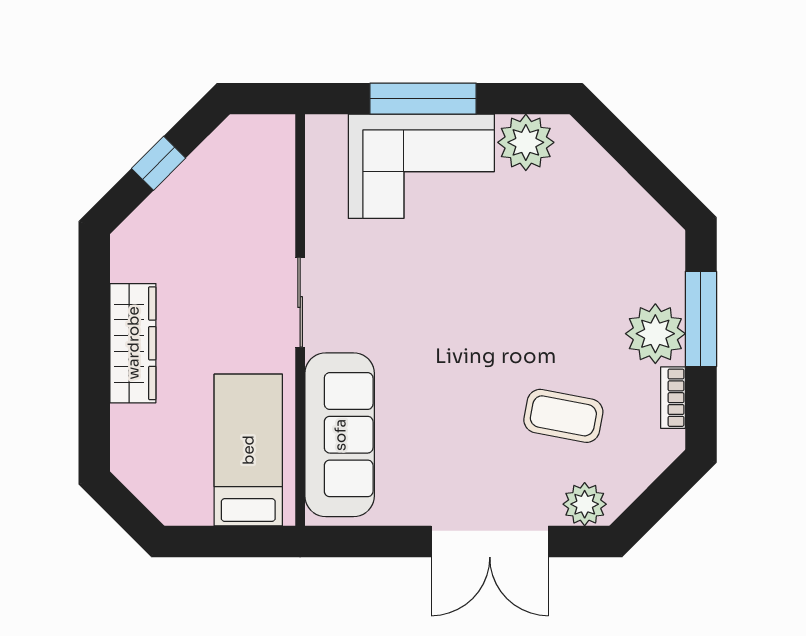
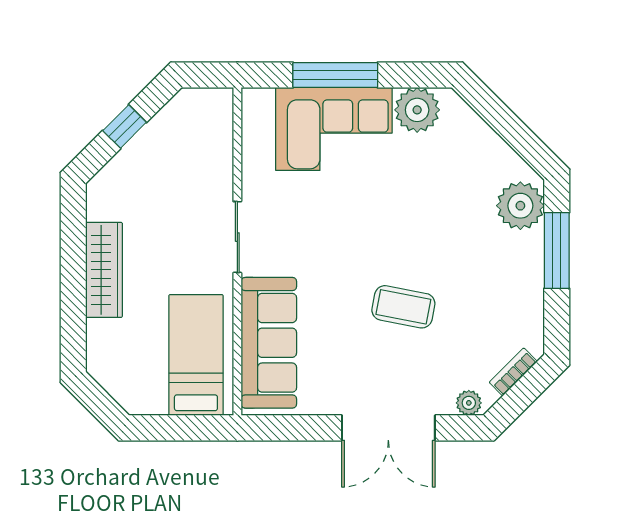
plant: (655, 334) -> (520, 206), moved
bookcase: (673, 398) -> (513, 372), moved, turned 45
coffee table: (563, 416) -> (403, 307), moved
plant: (585, 504) -> (469, 403), width x0.73, depth x0.73

